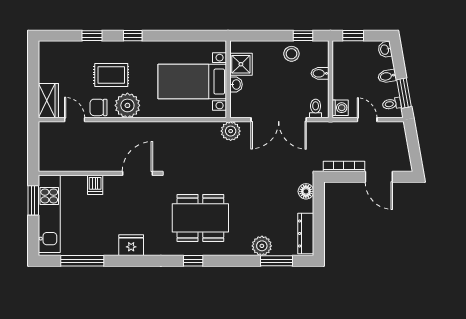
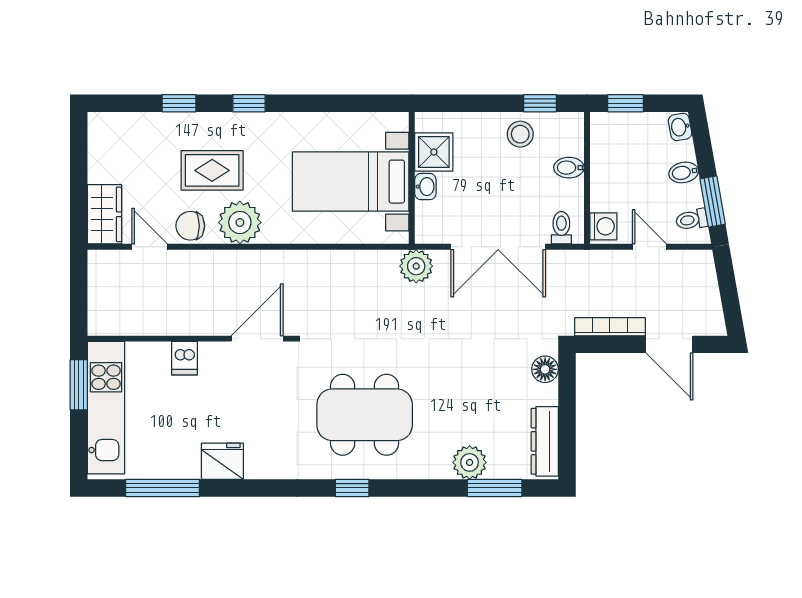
fridge: (131, 245) -> (222, 461), moved

